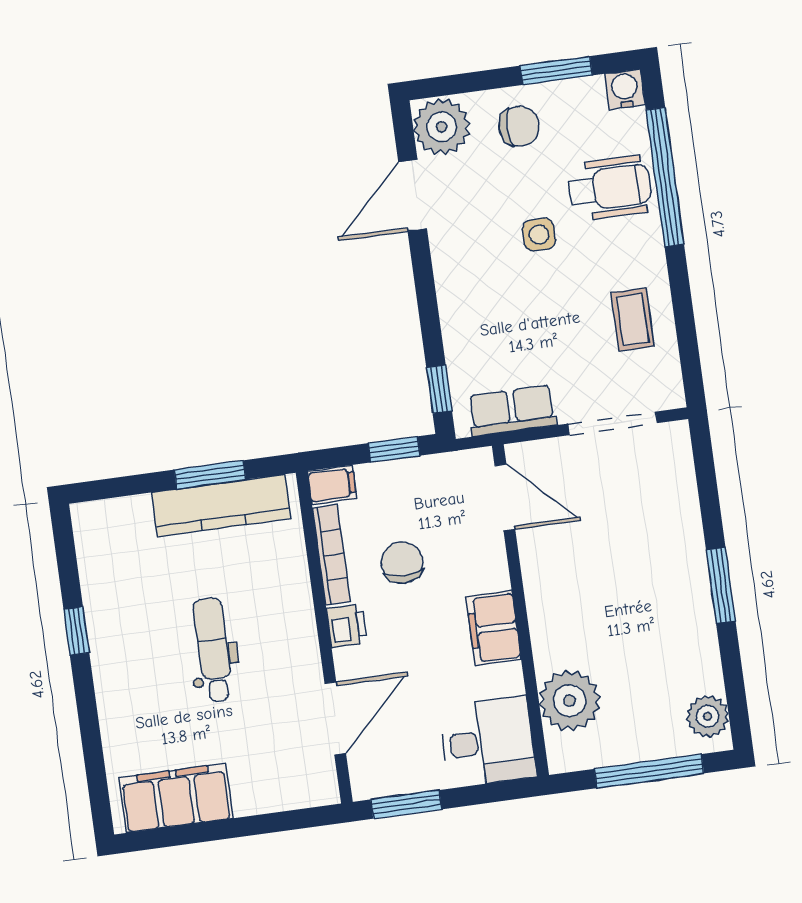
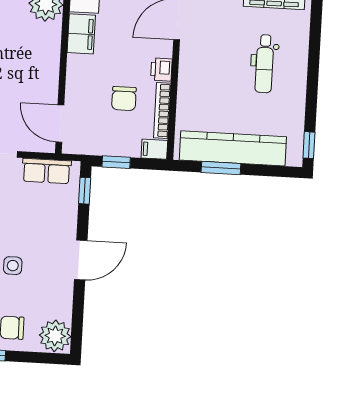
door: (413, 195) -> (81, 260), moved
kitchen counter: (221, 506) -> (233, 148), width x1.39, depth x1.17
filing cabinet: (494, 628) -> (81, 34), moved
window: (76, 631) -> (309, 145), moved
dental chair: (213, 650) -> (264, 64), moved

